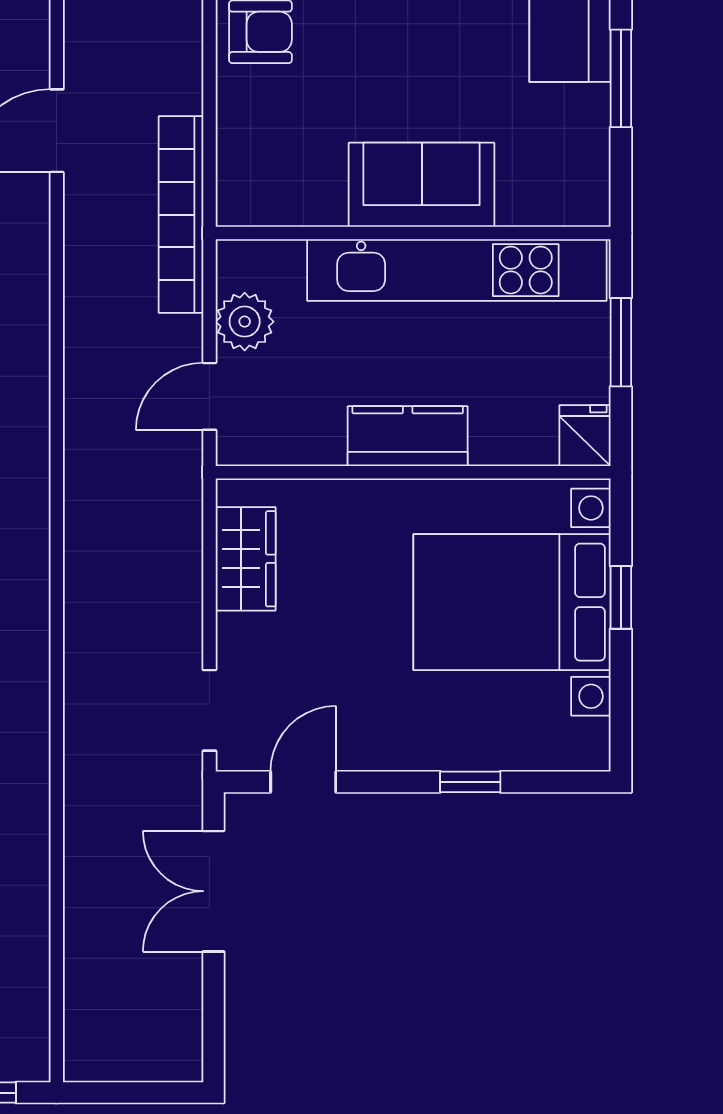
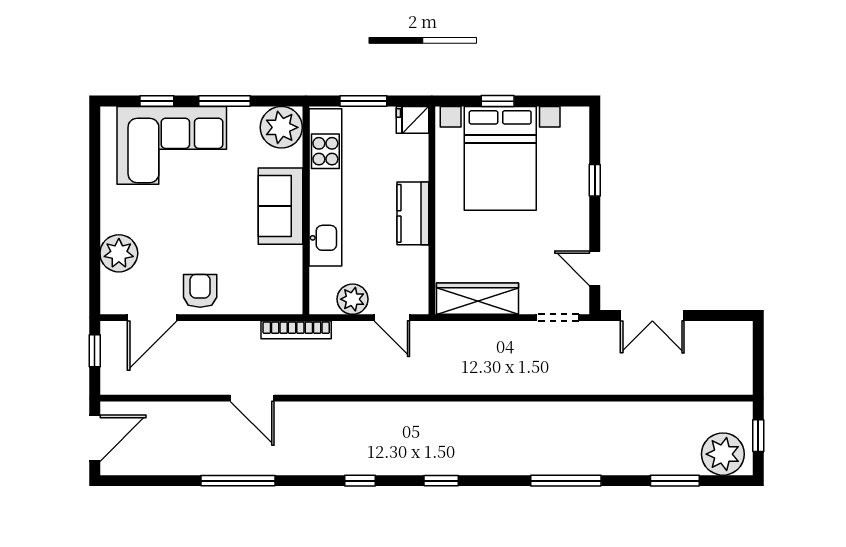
plant: (571, 186) -> (281, 127), added
bookcase: (181, 215) -> (296, 330), width x0.68, depth x0.76
wardrobe: (246, 559) -> (477, 299), width x1.50

